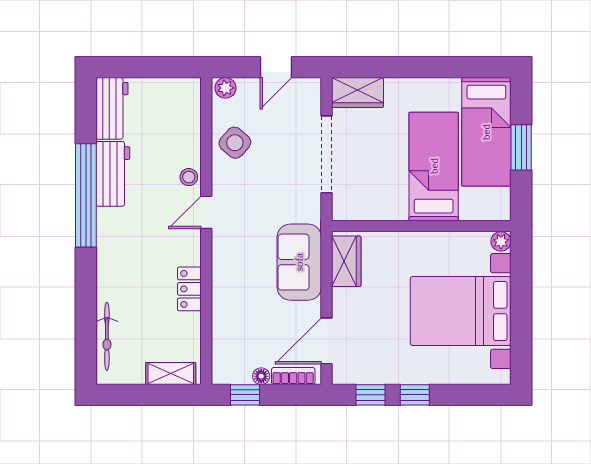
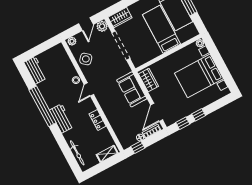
plant: (308, 91) -> (102, 26), added
workbench: (113, 174) -> (61, 118), moved

